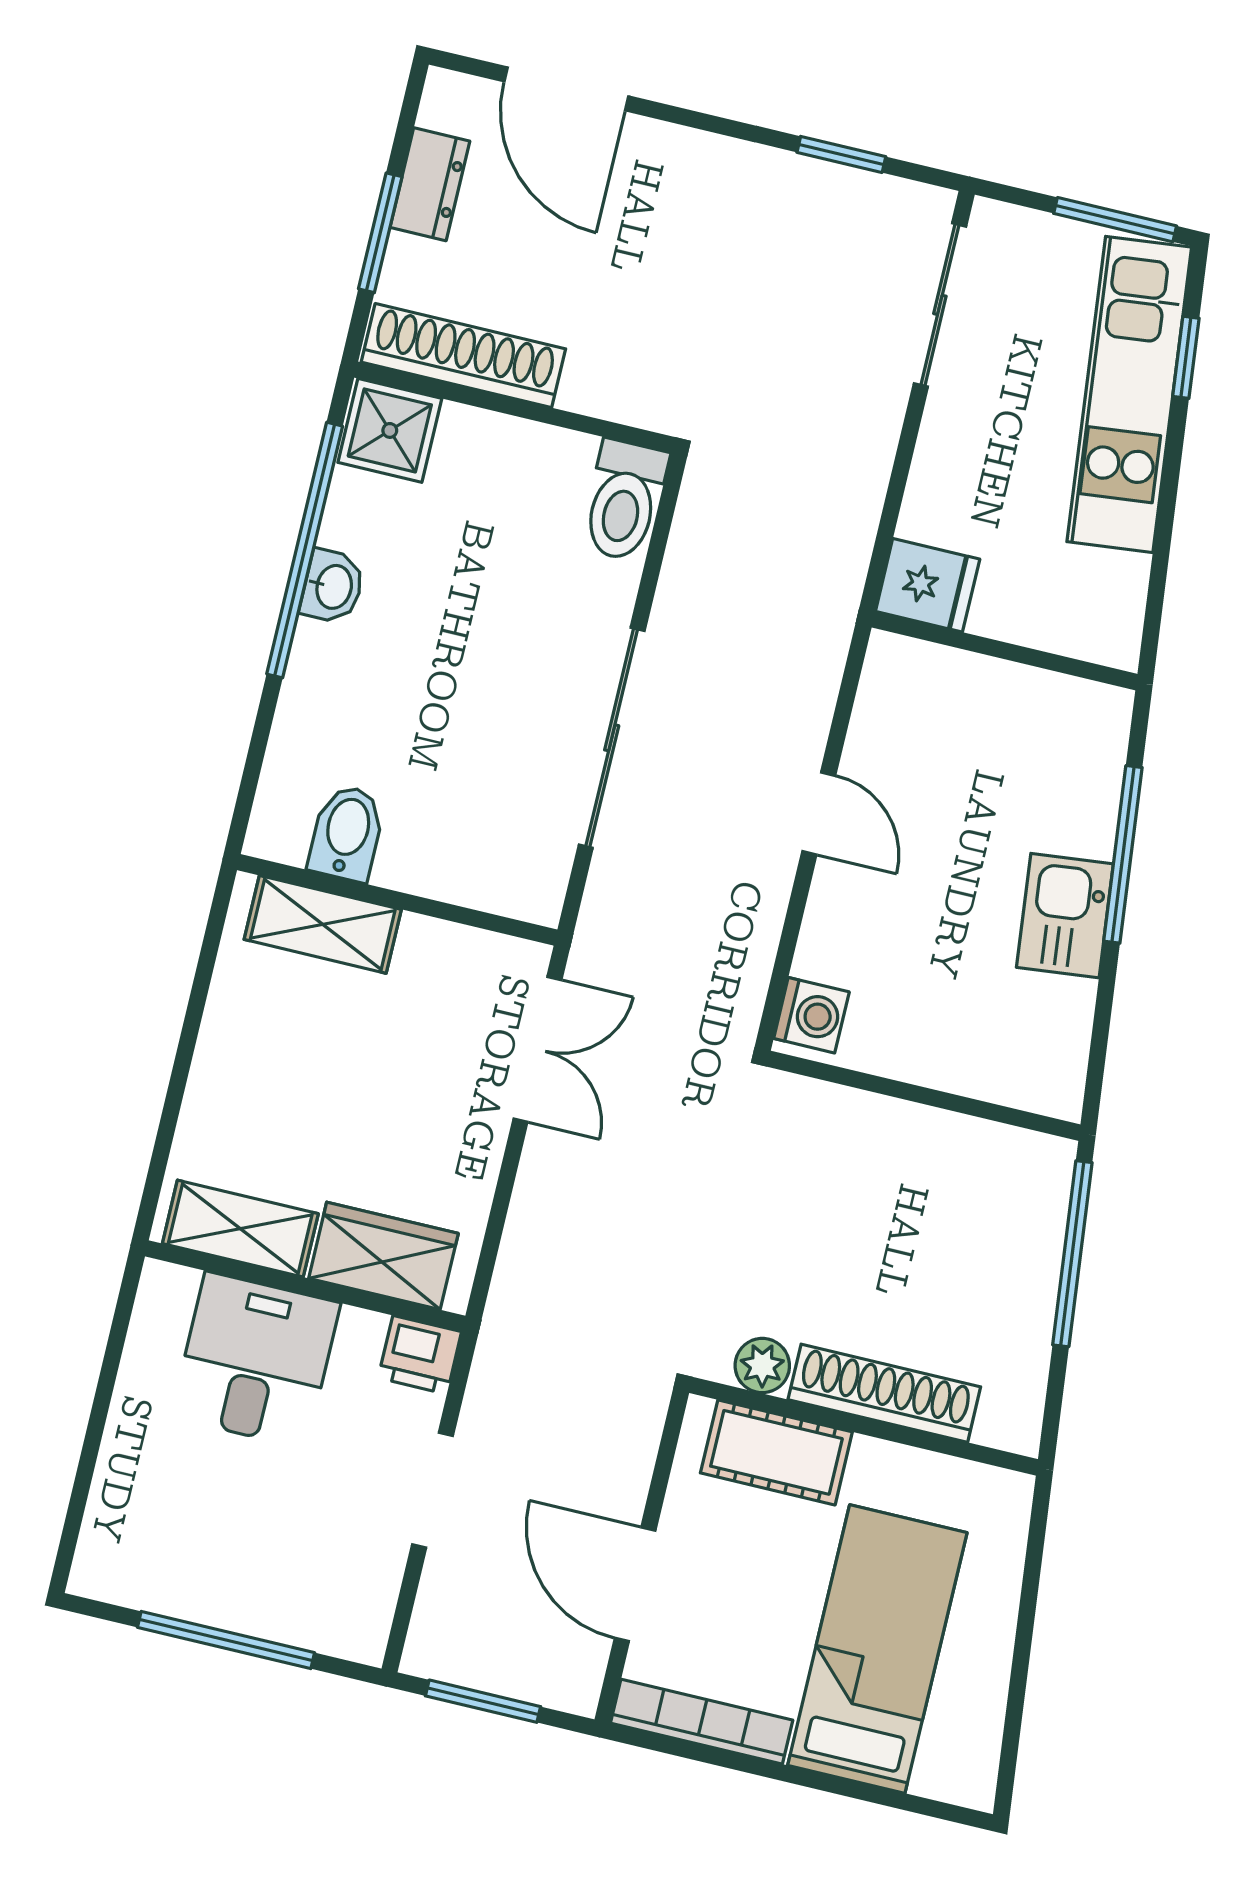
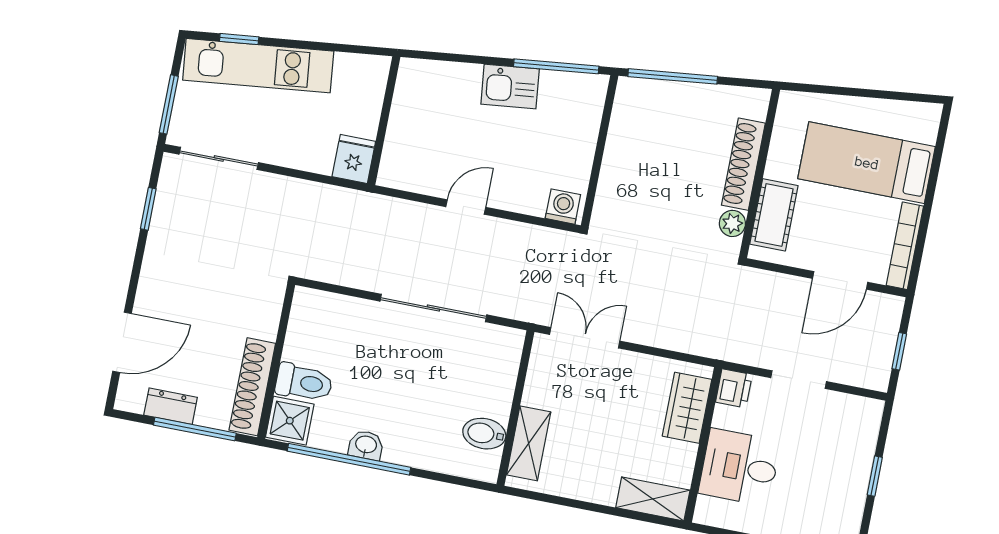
window: (1115, 220) -> (169, 104), moved
window: (380, 233) -> (195, 429), width x1.44
toilet: (624, 500) -> (304, 383), moved
window: (1123, 854) -> (556, 66), moved
shelving: (240, 1229) -> (653, 499), moved, turned 90
window: (226, 1640) -> (875, 476), width x0.46
window: (483, 1701) -> (899, 351), width x0.67

